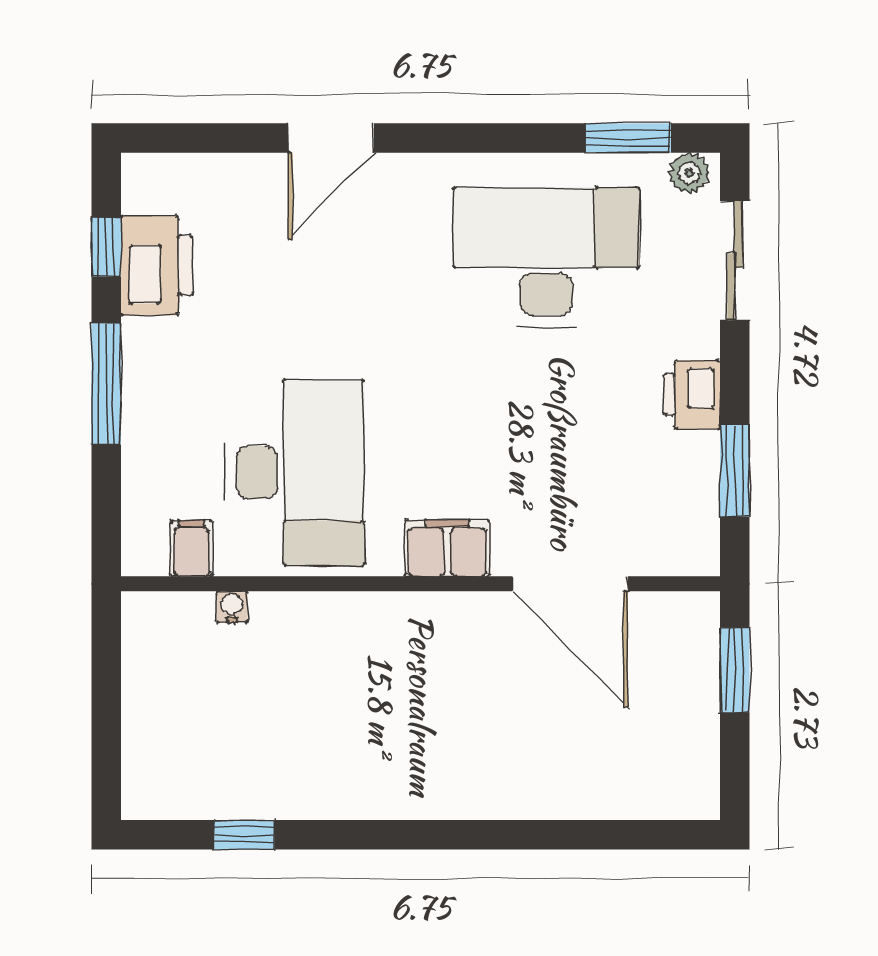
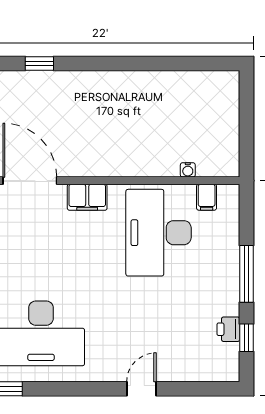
door: (331, 138) -> (141, 389), width x0.73
printer: (157, 265) -> (228, 329), width x0.53, depth x0.68
window: (244, 835) -> (39, 63), moved

